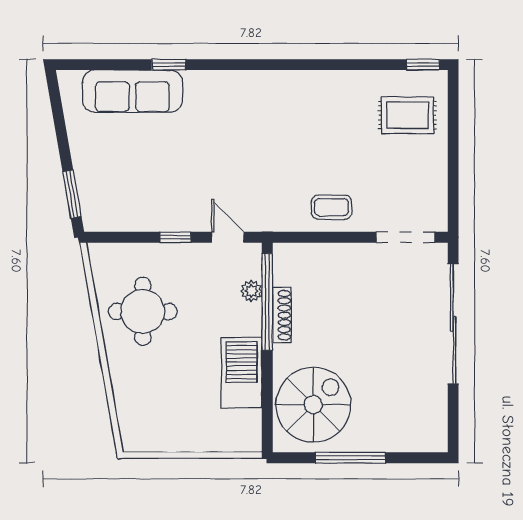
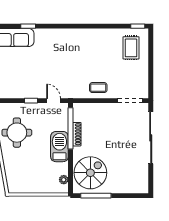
rug: (407, 115) -> (131, 48), turned 90
plant: (251, 291) -> (64, 180), moved
barbecue: (242, 373) -> (59, 147), moved
window: (351, 458) -> (96, 196), moved

